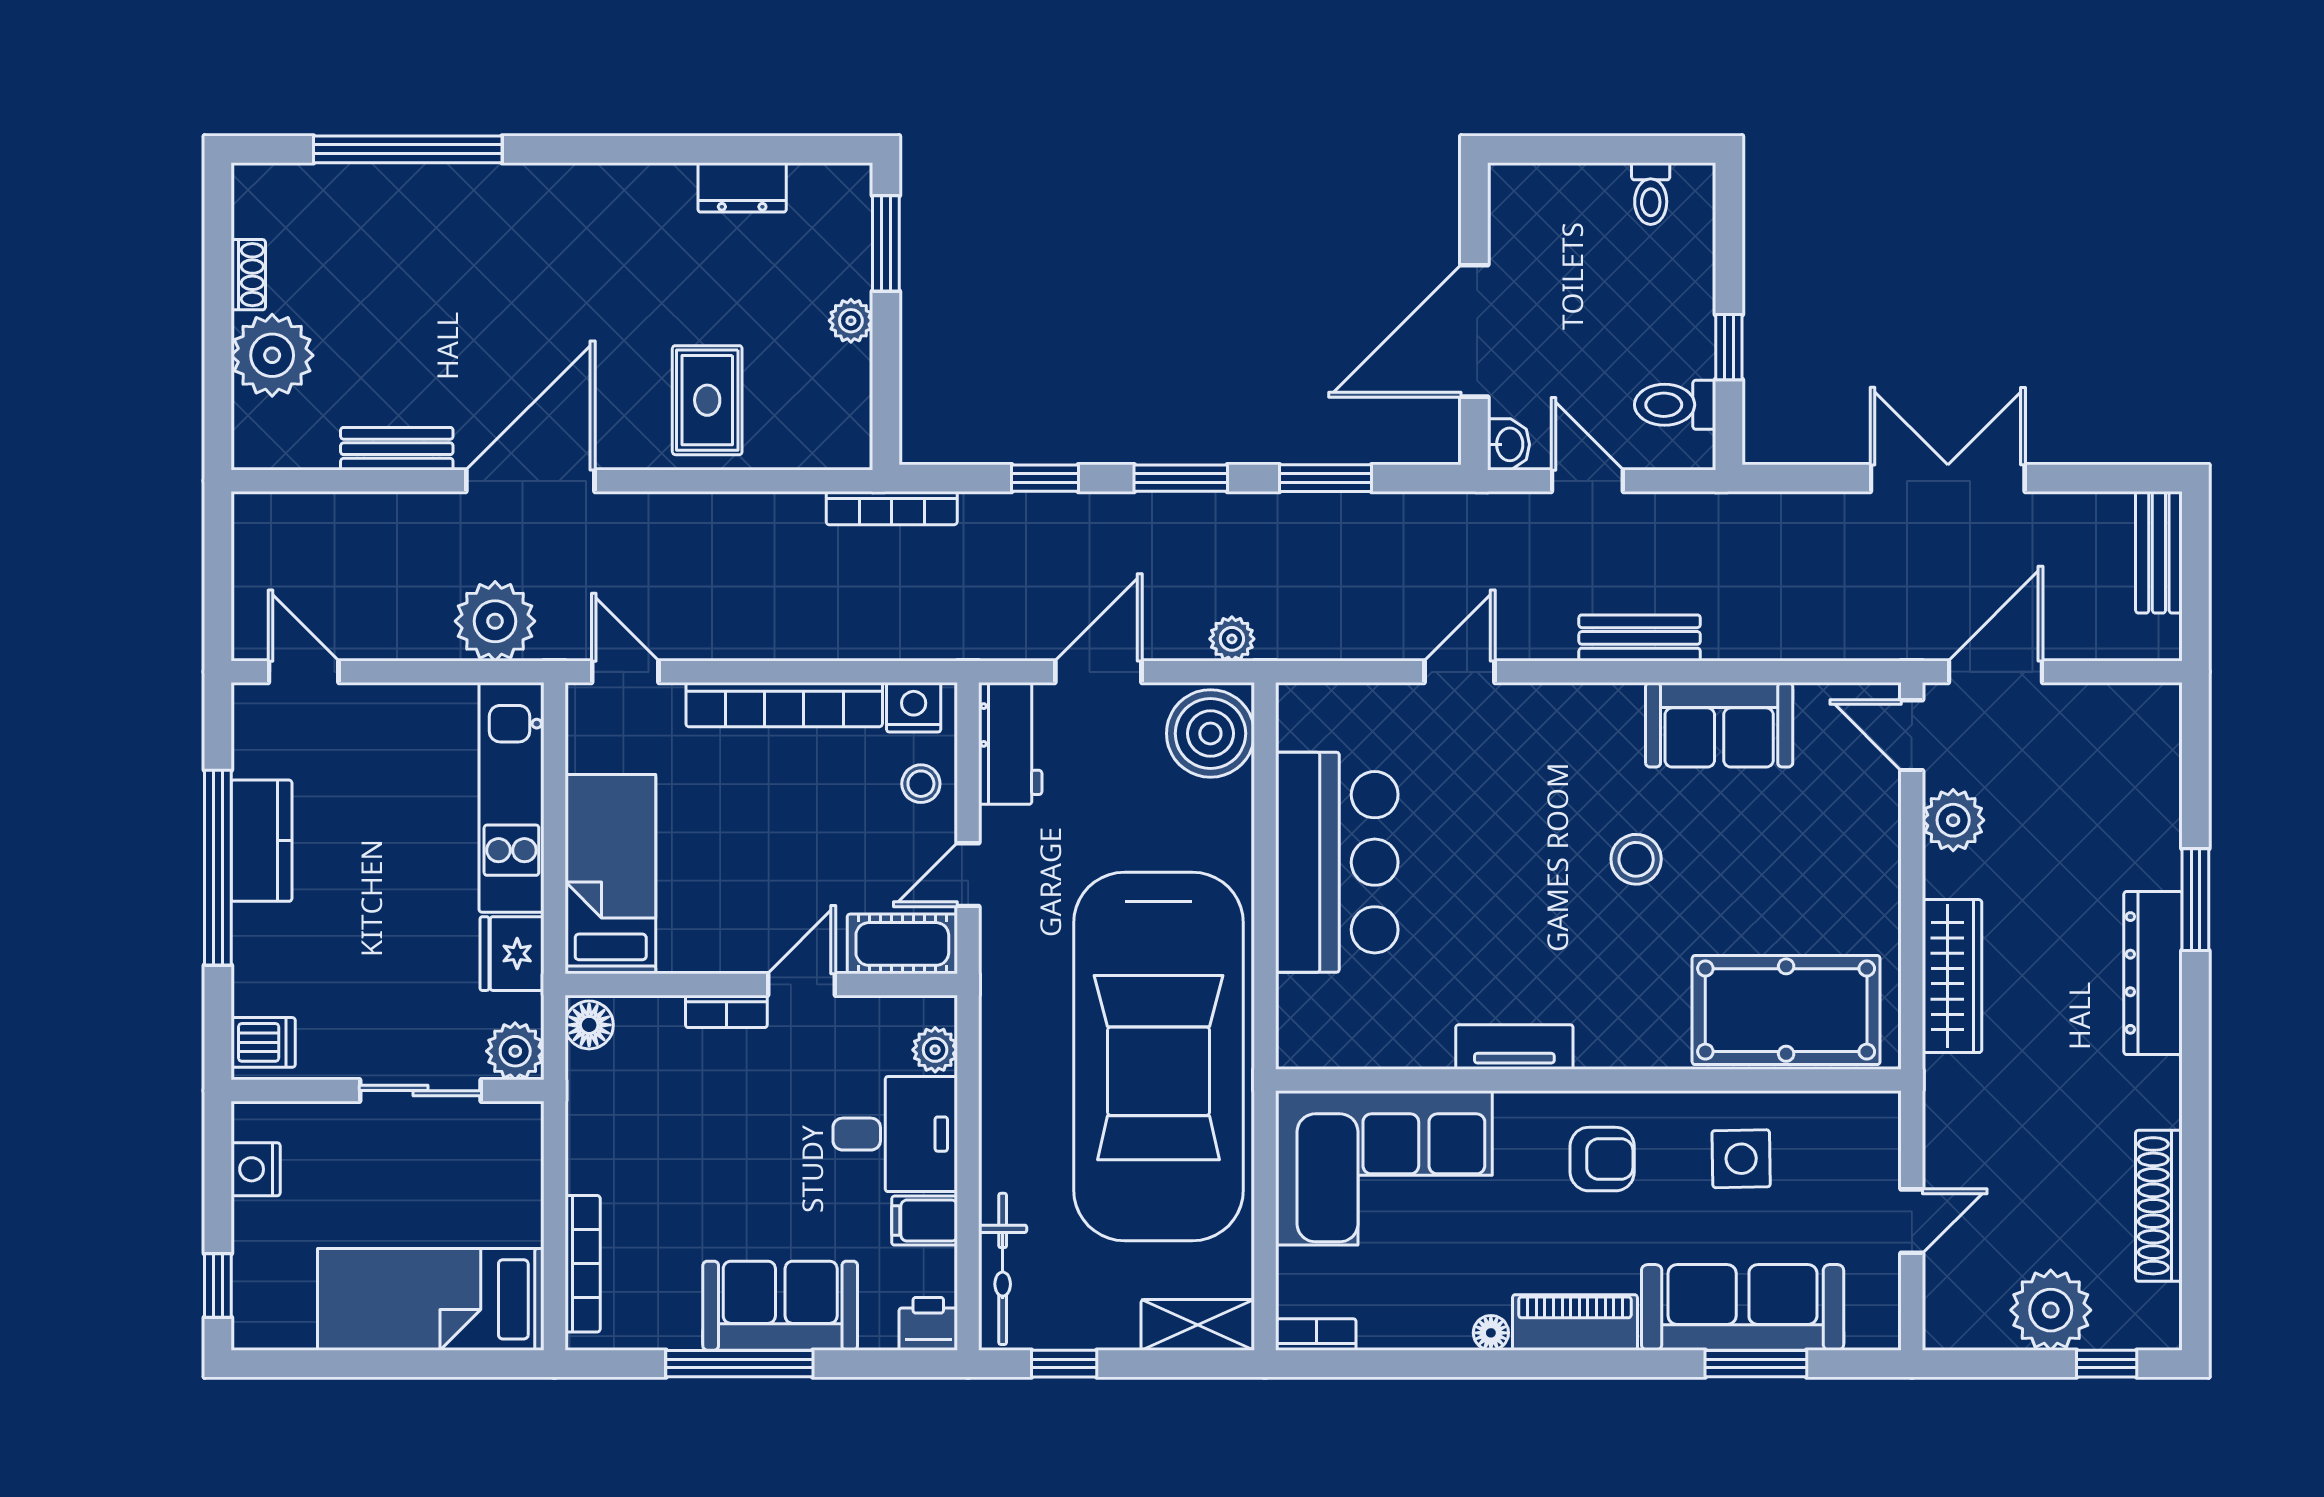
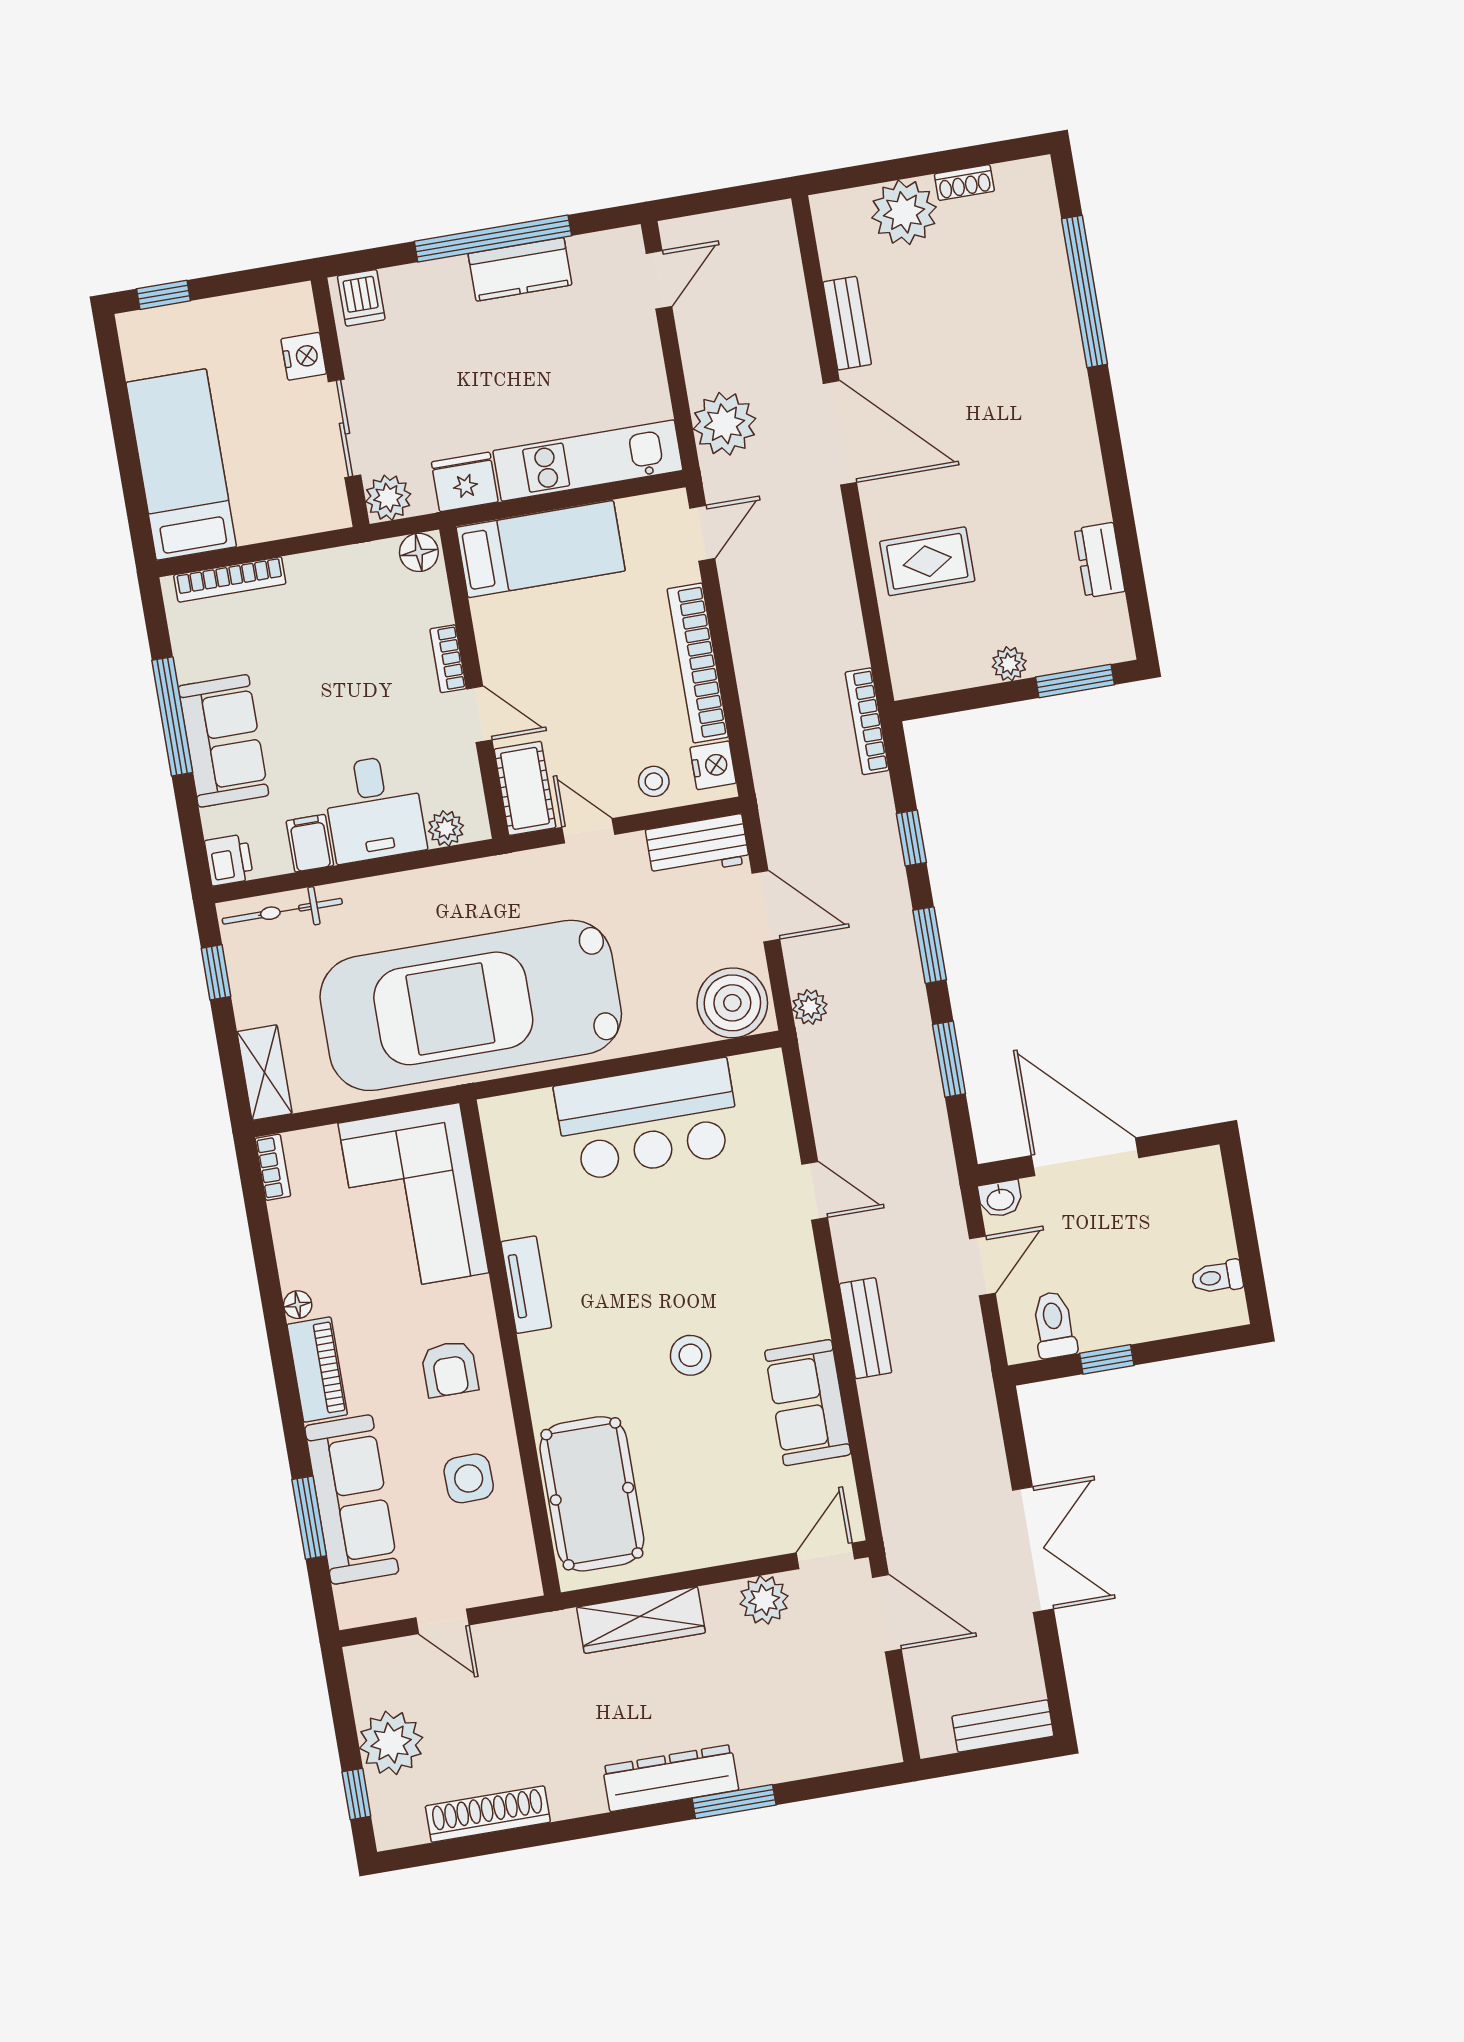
nightstand: (256, 1169) -> (304, 356), moved, turned 90

